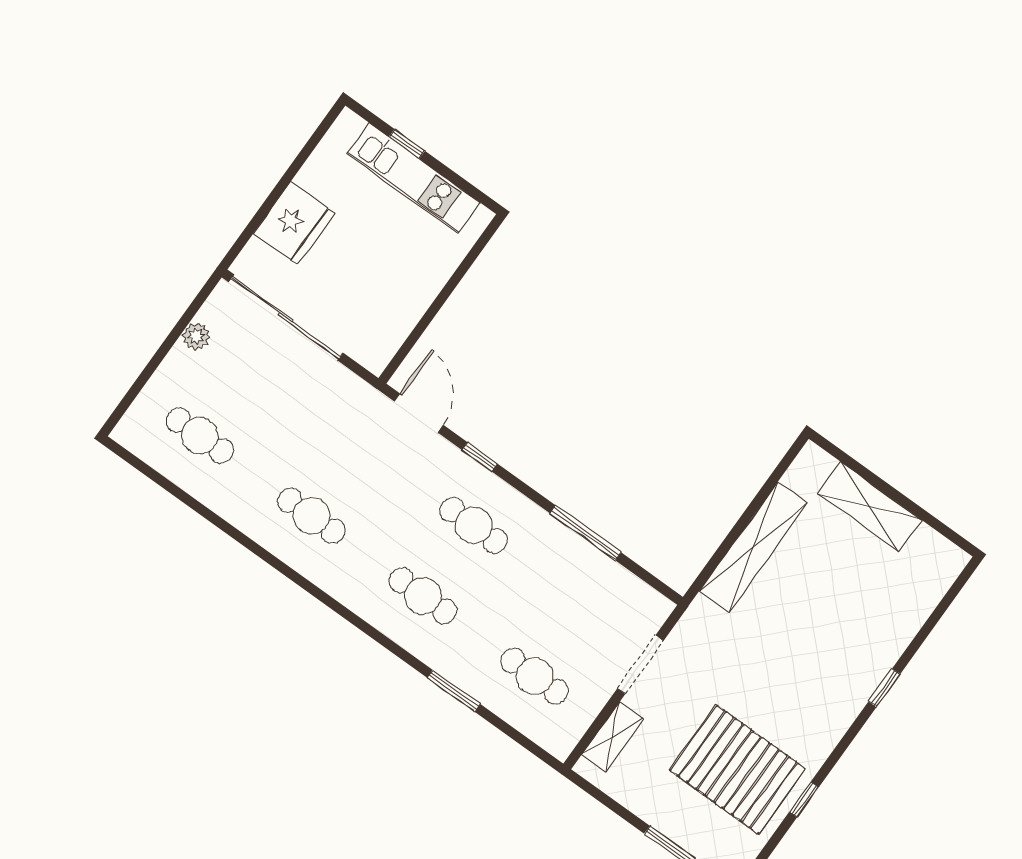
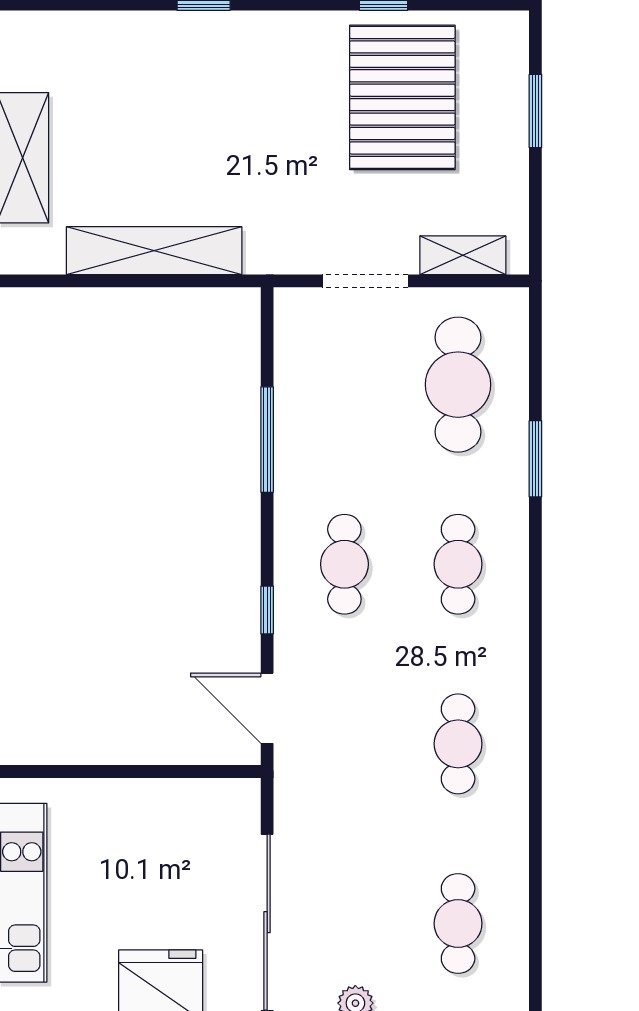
door: (419, 413) -> (267, 708), hinge flipped
cafe table: (534, 676) -> (458, 385), width x1.37, depth x1.35

